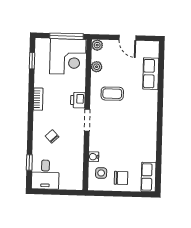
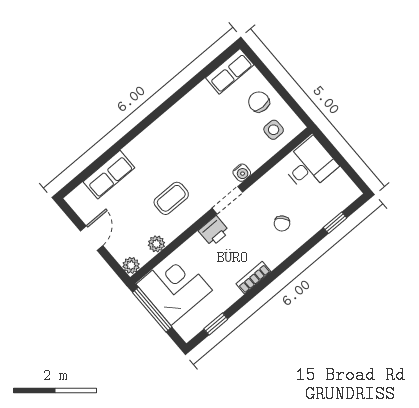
coffee table: (112, 94) -> (171, 198), turned 90
water cooler: (94, 157) -> (242, 173), moved
desk: (45, 175) -> (309, 165), moved

